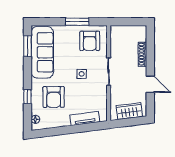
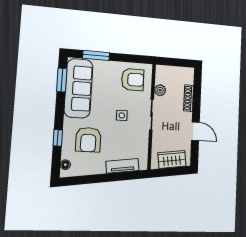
window: (77, 22) -> (96, 55), moved
armchair: (90, 41) -> (133, 80), turned -90
plant: (115, 49) -> (160, 90), added

